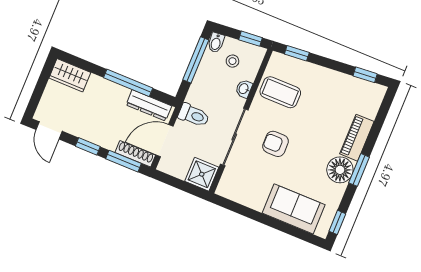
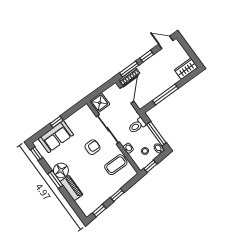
window: (297, 53) -> (117, 195), moved
dresser: (149, 105) -> (148, 98), removed
toilet: (194, 115) -> (137, 126), moved
window: (271, 222) -> (57, 122), added

